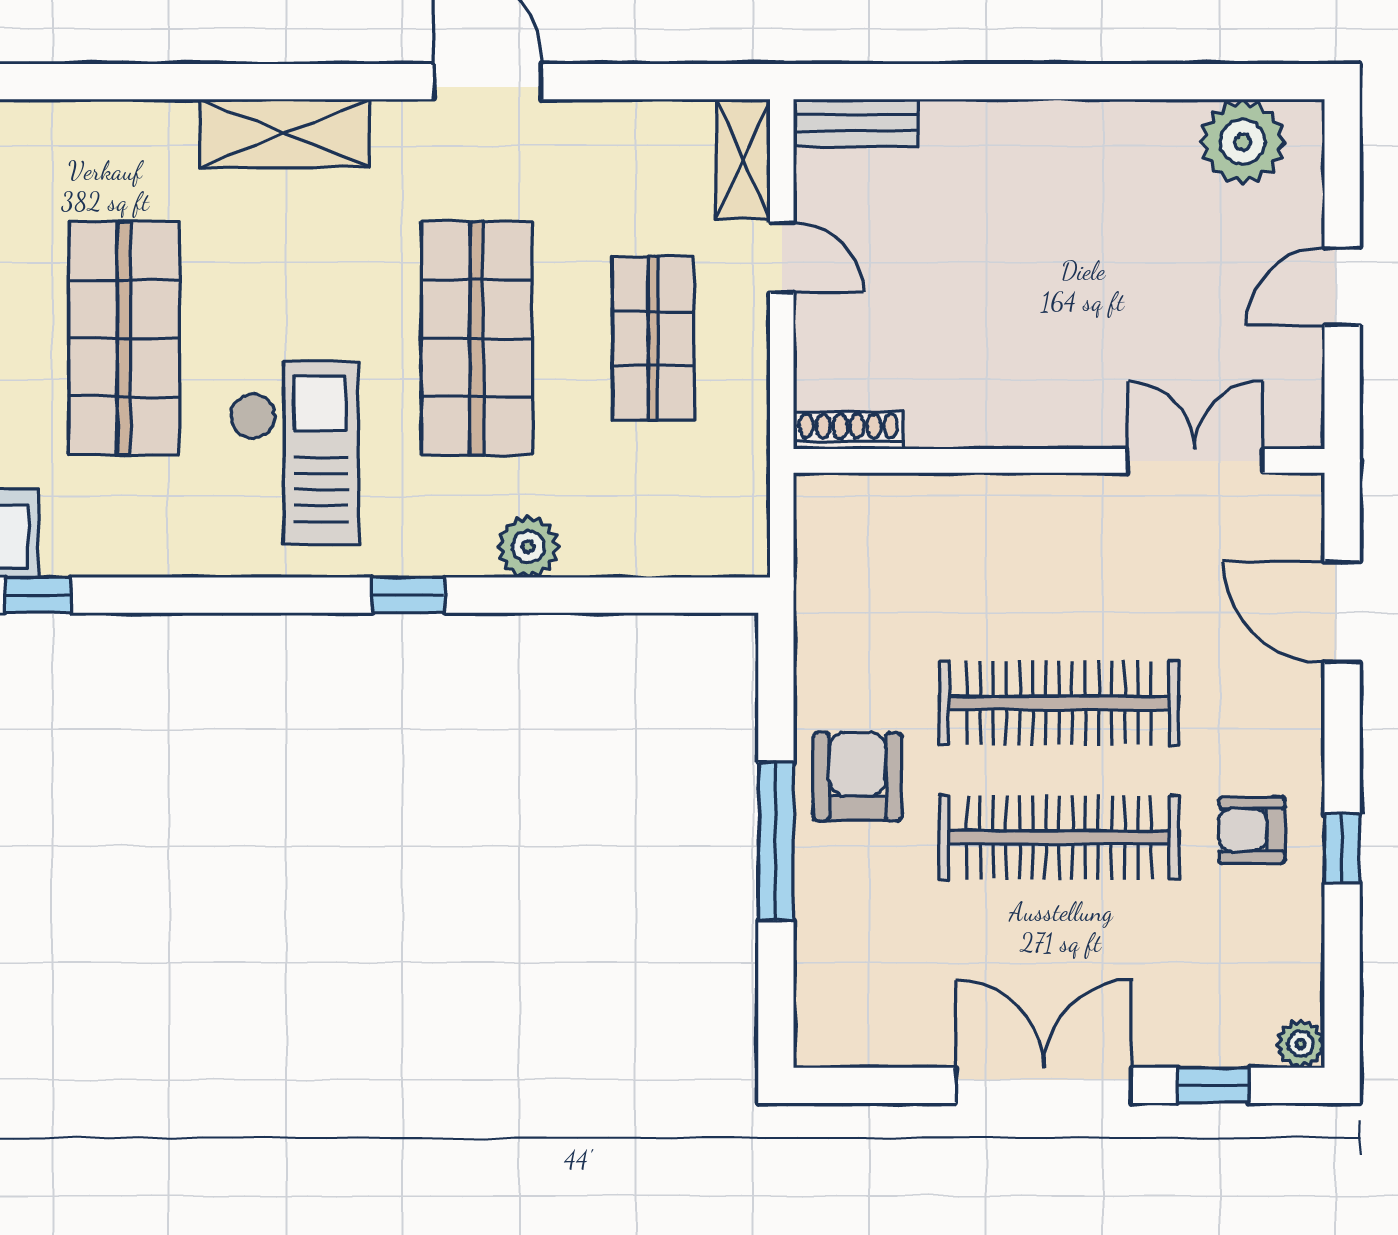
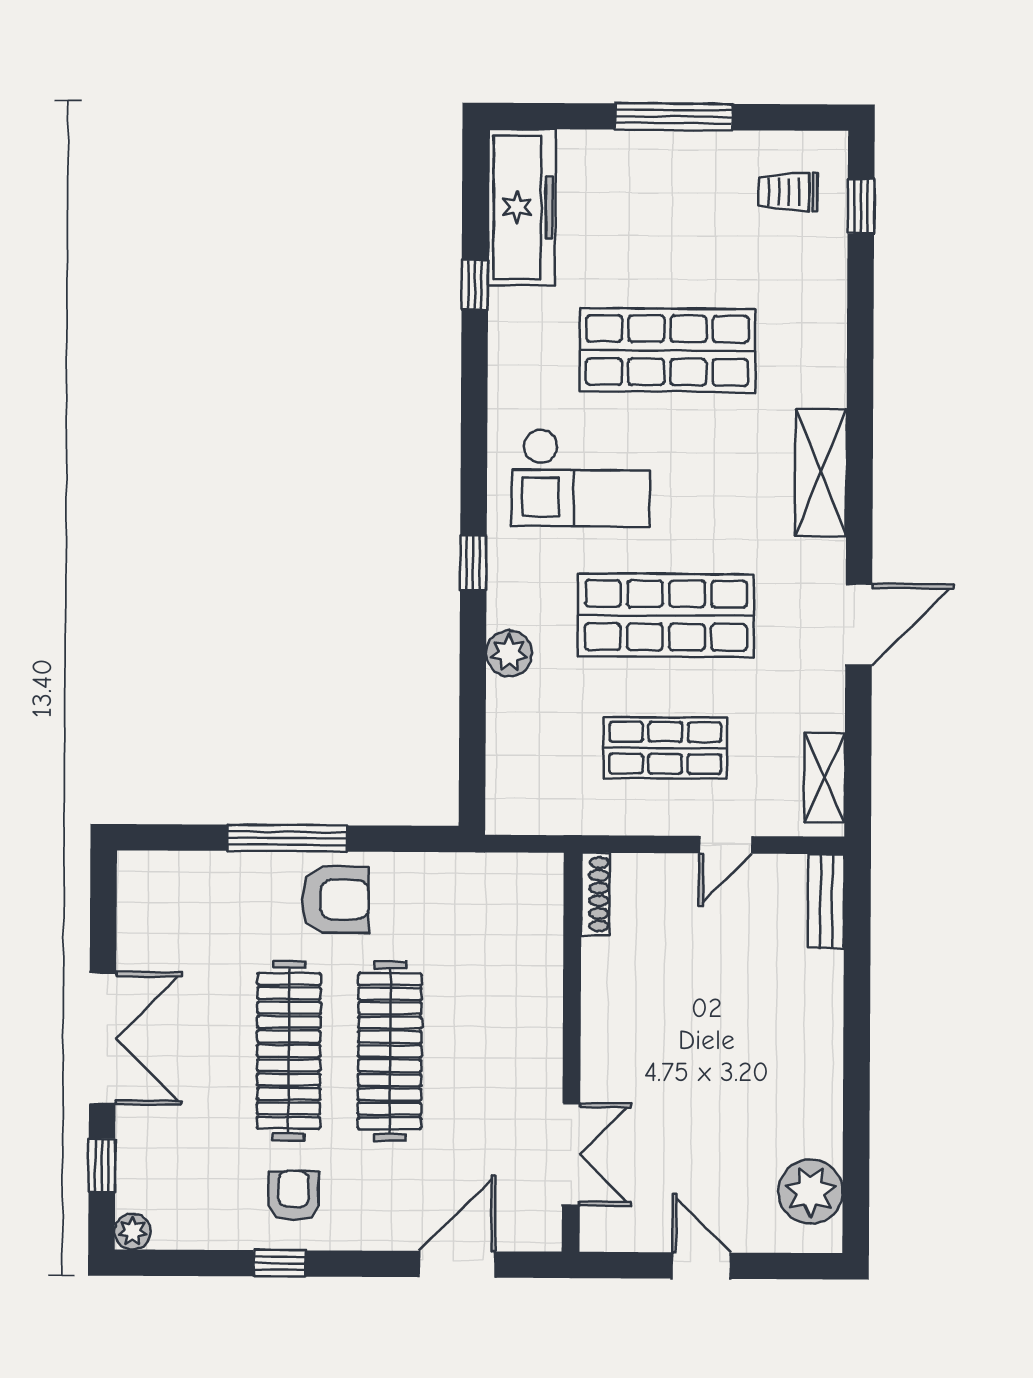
shelving: (743, 159) -> (825, 778), moved, turned 90

